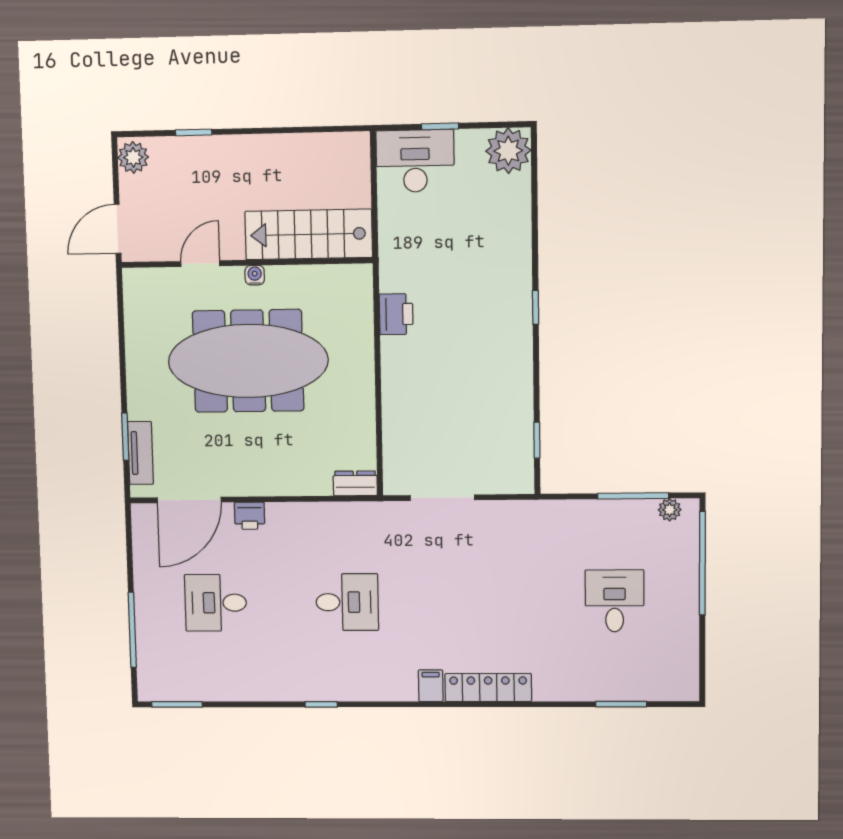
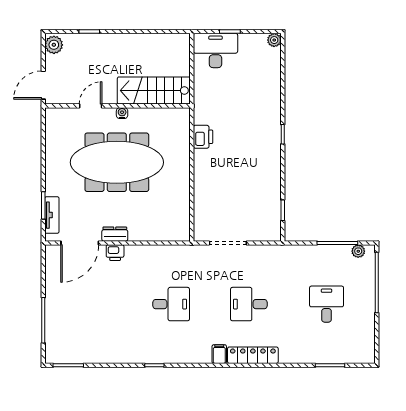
plant: (508, 151) -> (274, 40), width x0.53, depth x0.53
dresser: (355, 483) -> (115, 234), moved
desk: (216, 603) -> (249, 304), moved

